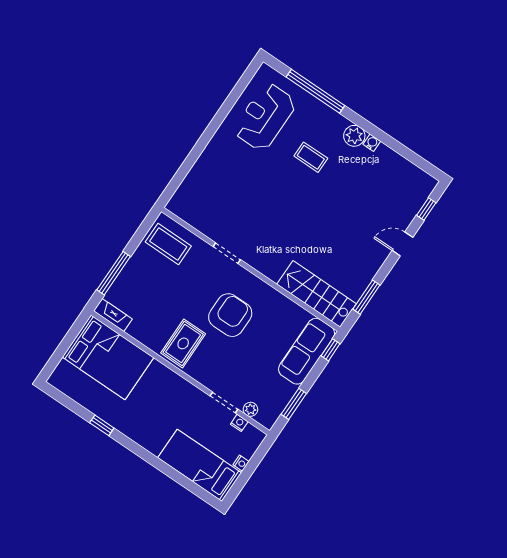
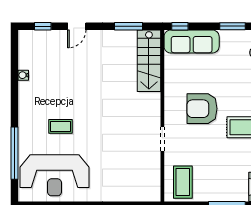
reception desk: (265, 117) -> (54, 175), width x1.36, depth x1.30
plant: (354, 136) -> (27, 107), removed
water cooler: (372, 143) -> (23, 75), moved
coffee table: (311, 157) -> (61, 126), turned 90
door: (402, 244) -> (77, 26), hinge flipped

